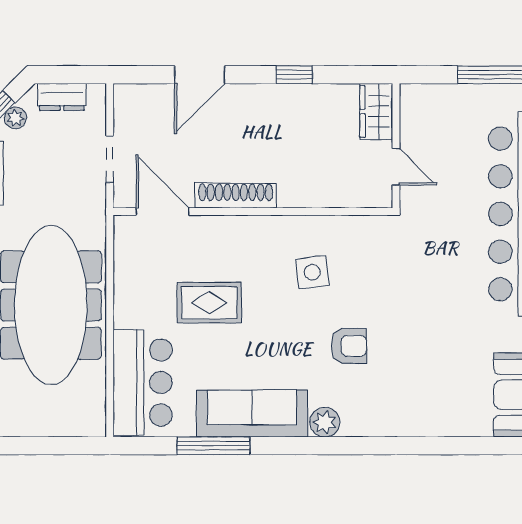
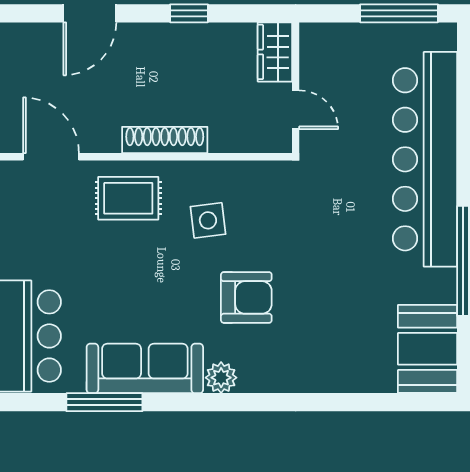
shoe rack: (236, 196) -> (165, 140), moved
rug: (209, 303) -> (128, 198), moved
armchair: (349, 346) -> (246, 297), width x1.38, depth x1.38

